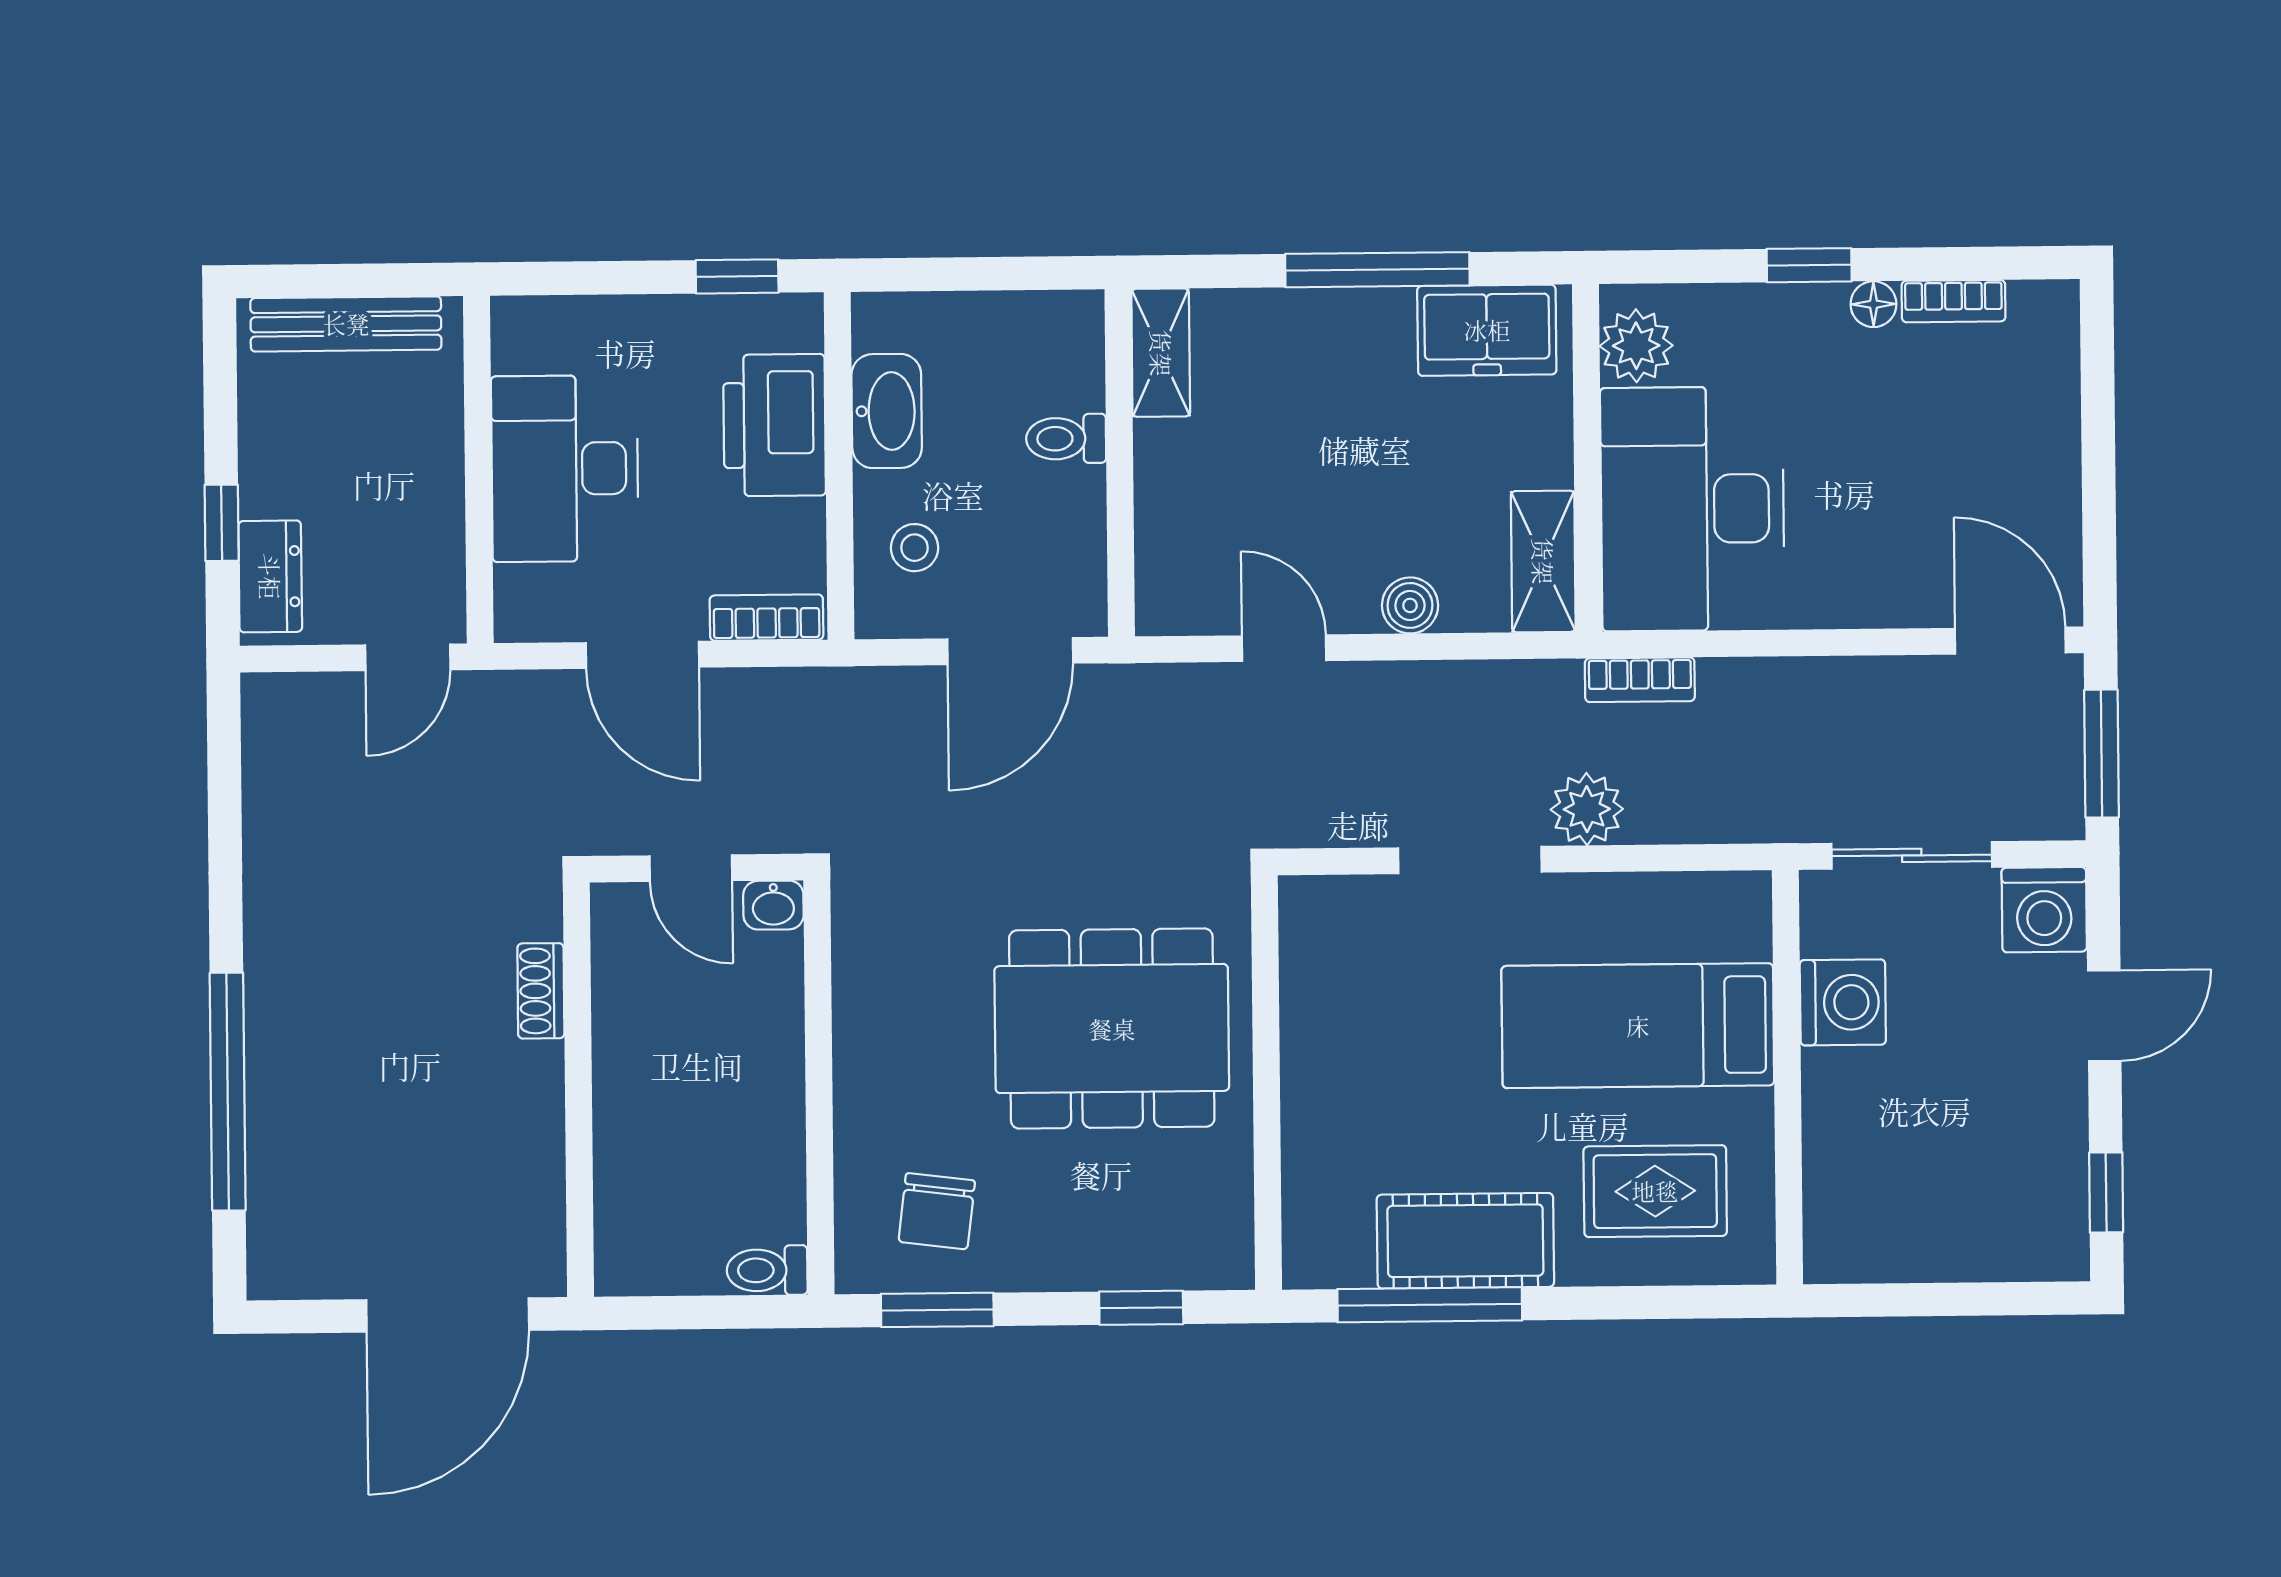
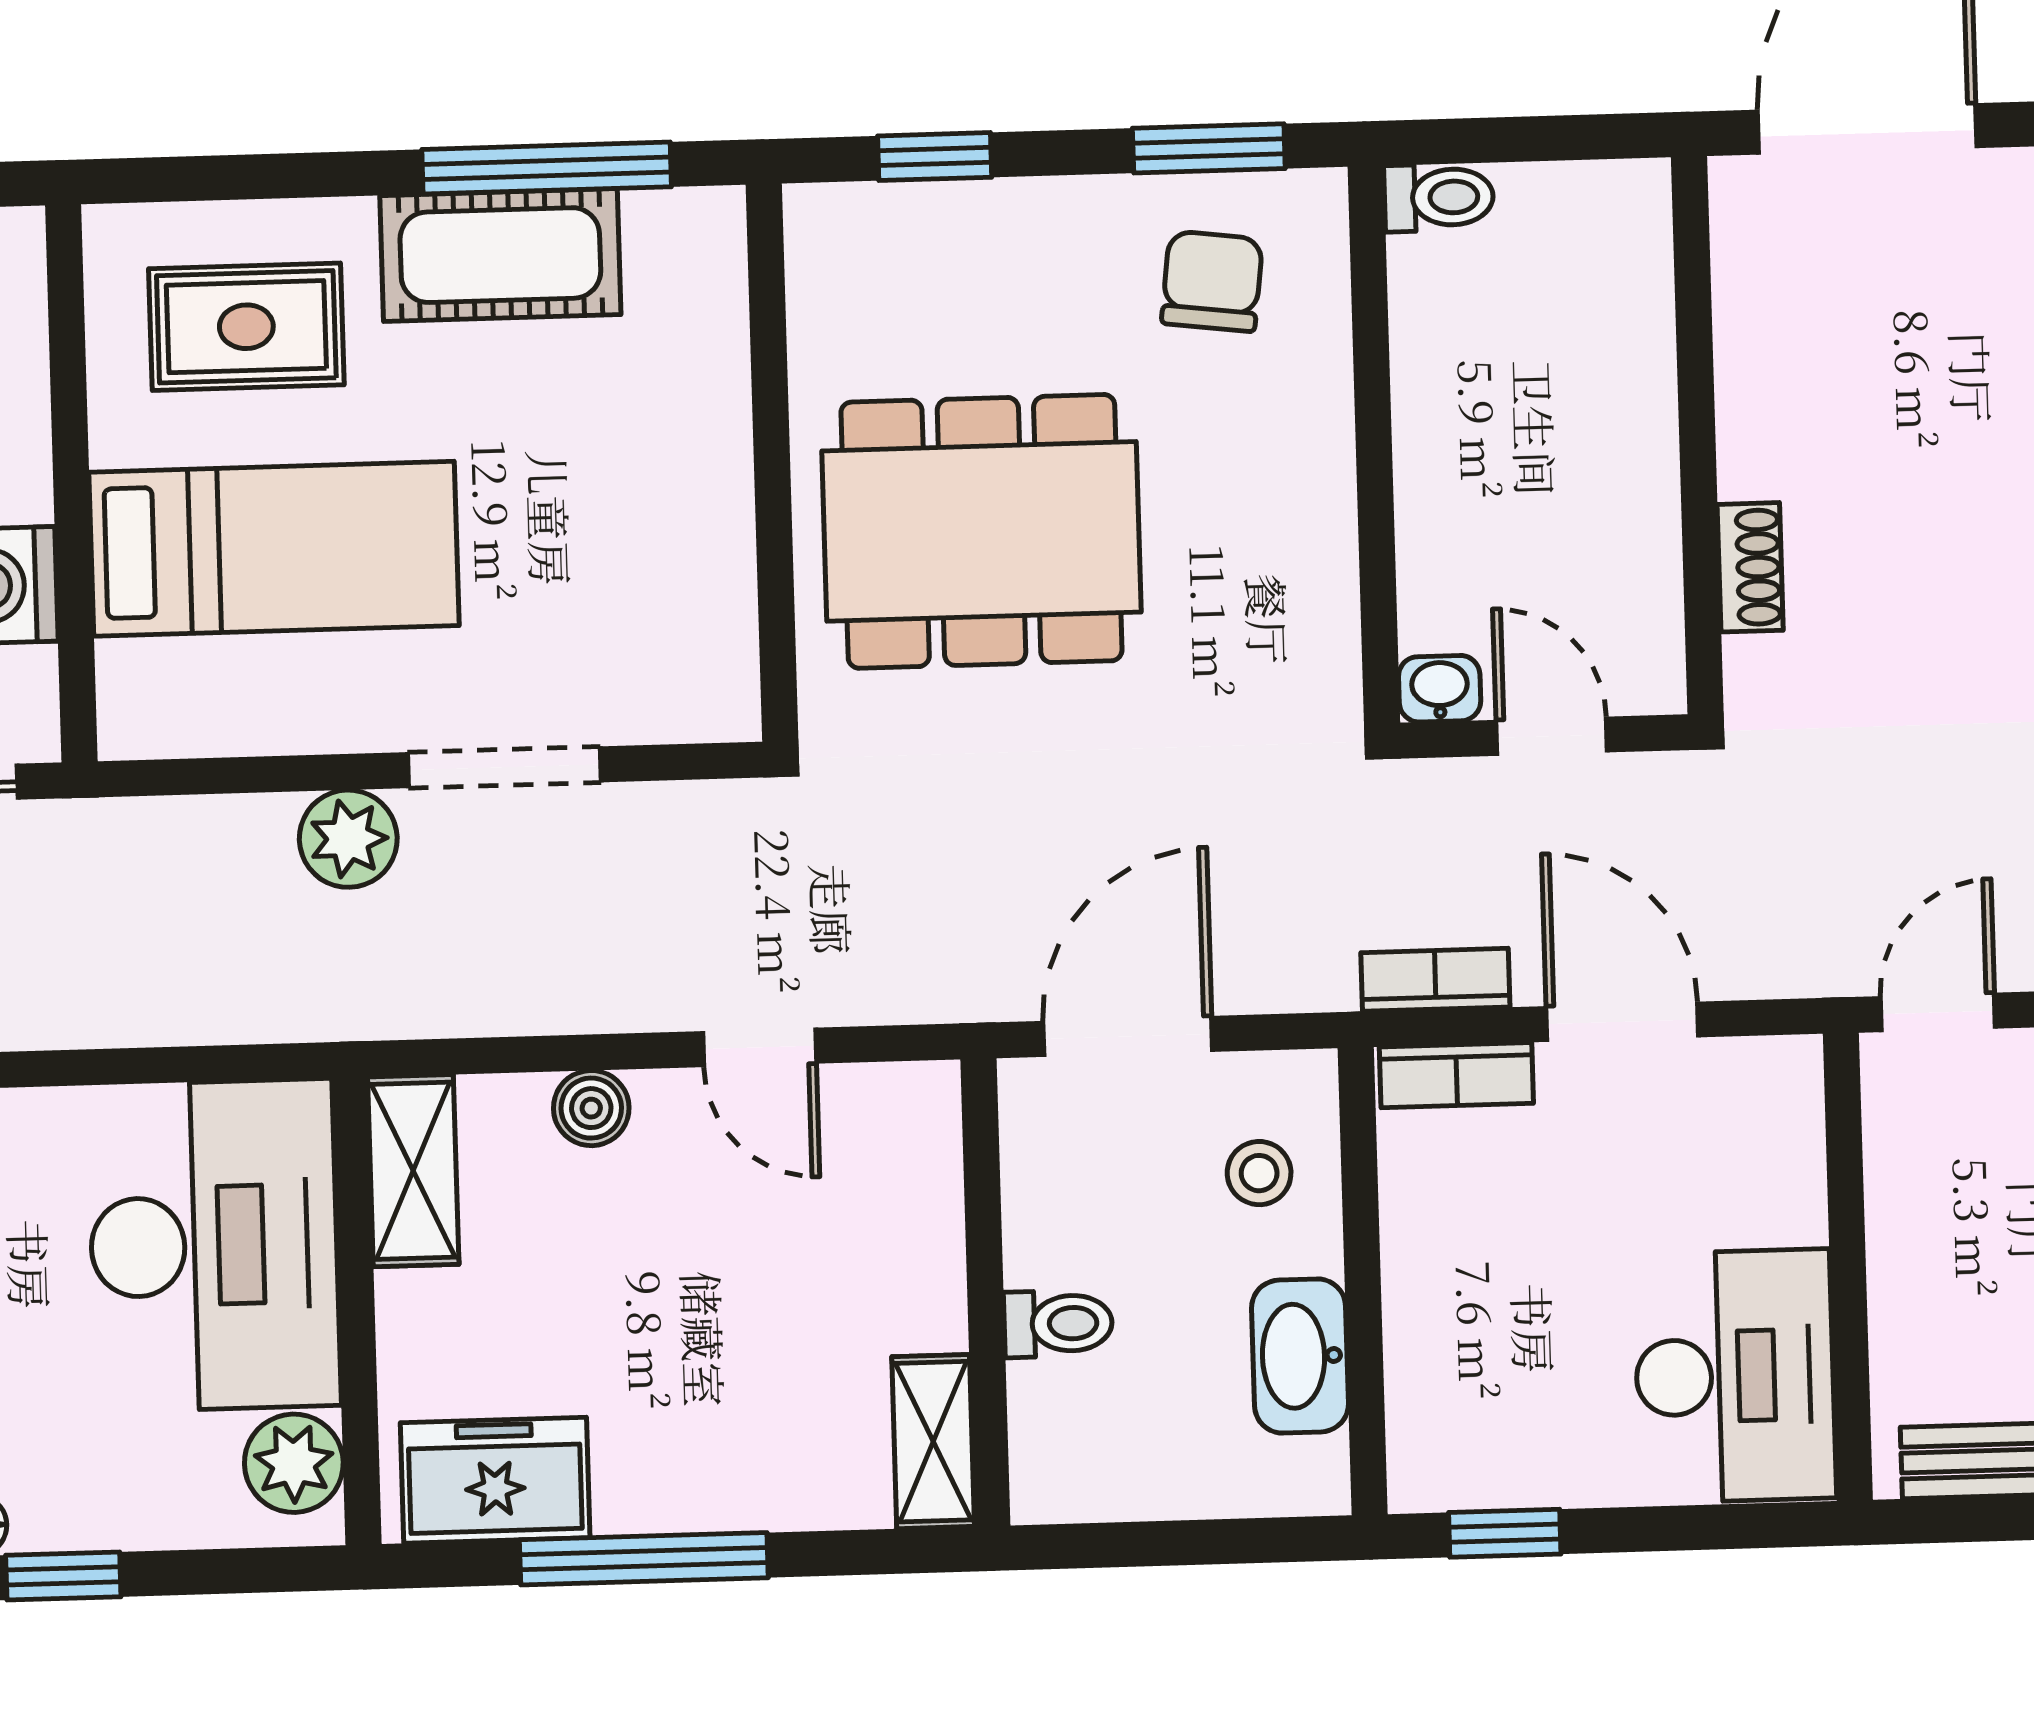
printer: (774, 425) -> (1451, 1334), removed
desk: (565, 469) -> (1735, 1376), moved
bookcase: (1640, 680) -> (1435, 980), moved

